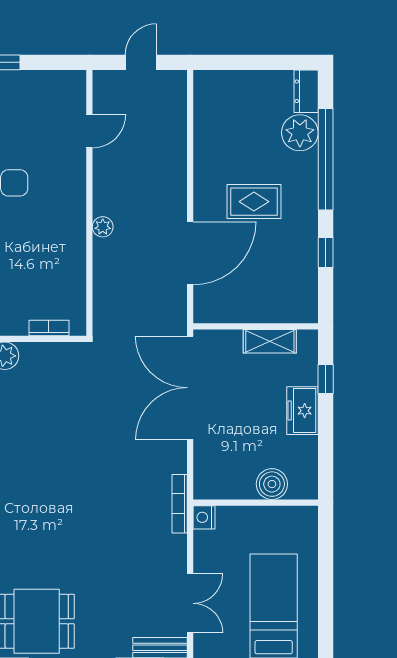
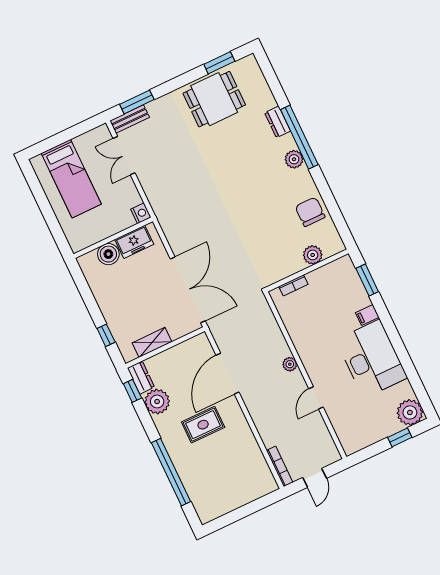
dresser: (306, 91) -> (141, 378), moved
door: (89, 131) -> (316, 398), moved
plant: (300, 133) -> (157, 401), moved
window: (326, 252) -> (132, 391), moved
freezer: (302, 411) -> (134, 242), moved, turned 90
bookcase: (180, 504) -> (280, 466), moved

